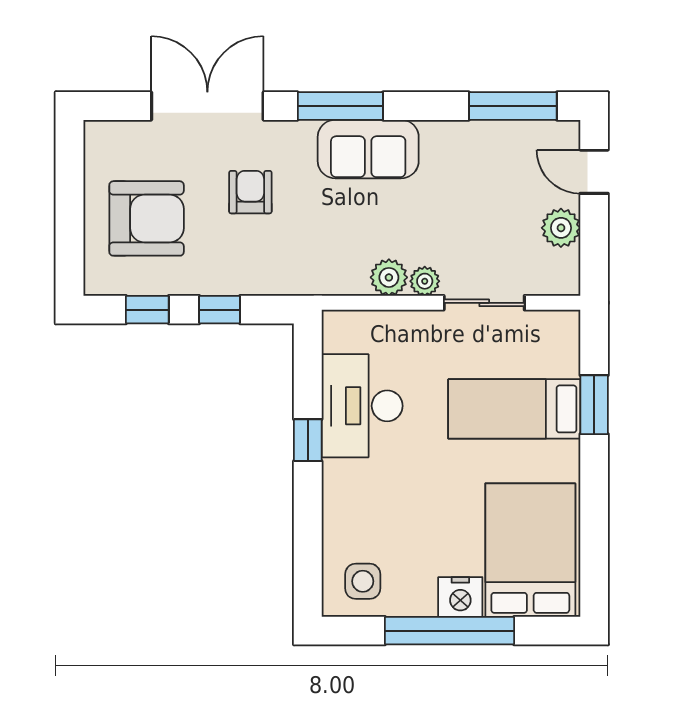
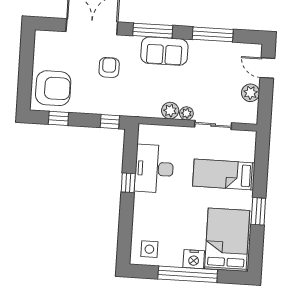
window: (513, 106) -> (213, 34), moved
armchair: (147, 218) -> (53, 88), moved
window: (220, 310) -> (110, 122), moved
window: (594, 405) -> (258, 211), moved

